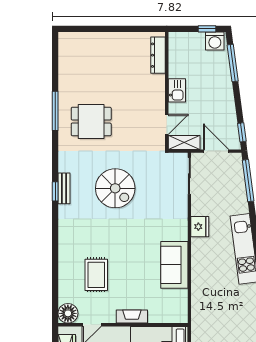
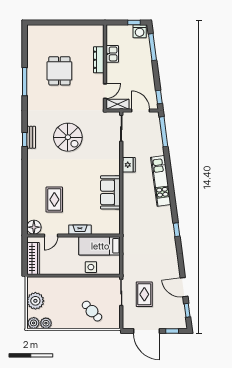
dresser: (158, 55) -> (99, 60), moved
kitchen sink: (177, 90) -> (112, 54), moved
dining table: (91, 122) -> (59, 71), moved, turned 90

